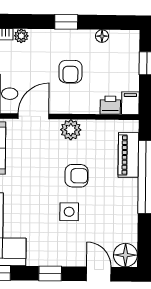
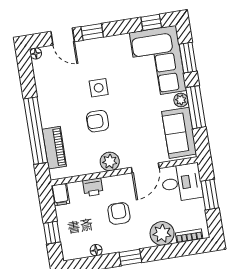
plant: (21, 36) -> (162, 233), width x1.88, depth x1.88
printer: (110, 105) -> (93, 187), moved
floor lamp: (125, 255) -> (36, 53), width x0.53, depth x0.53
window: (50, 273) -> (92, 32), moved

